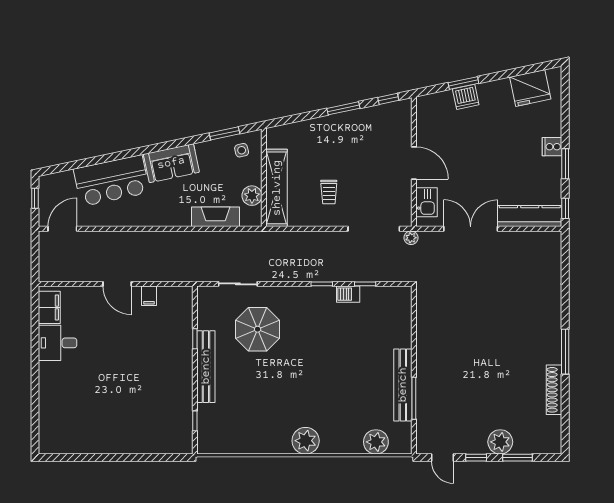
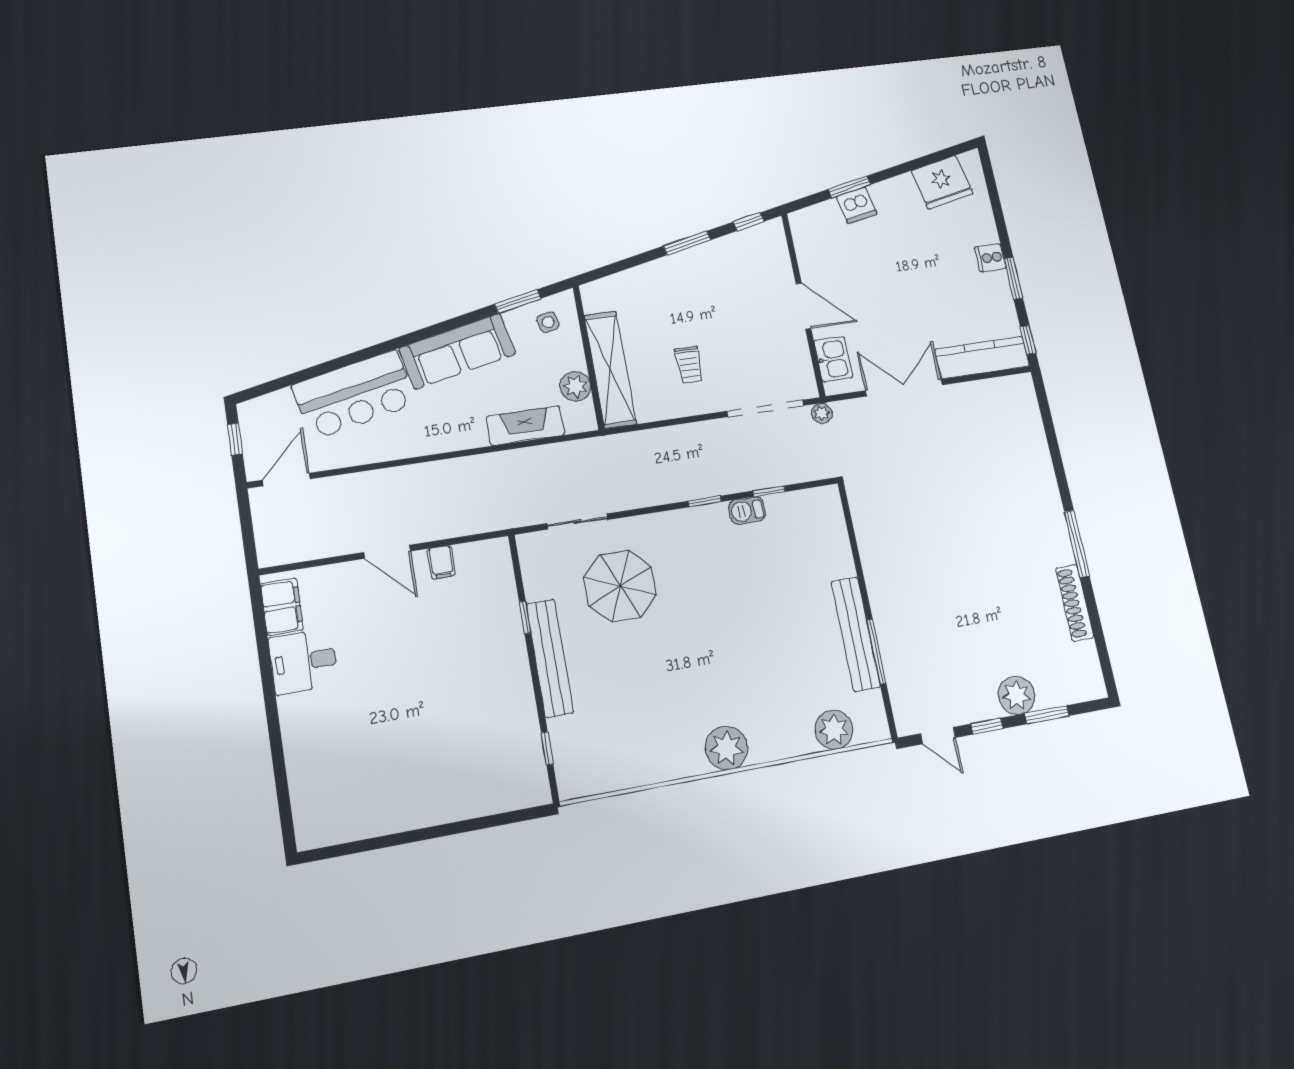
sofa: (171, 163) -> (457, 351), width x1.36

